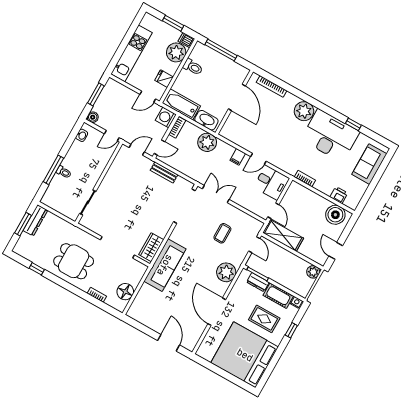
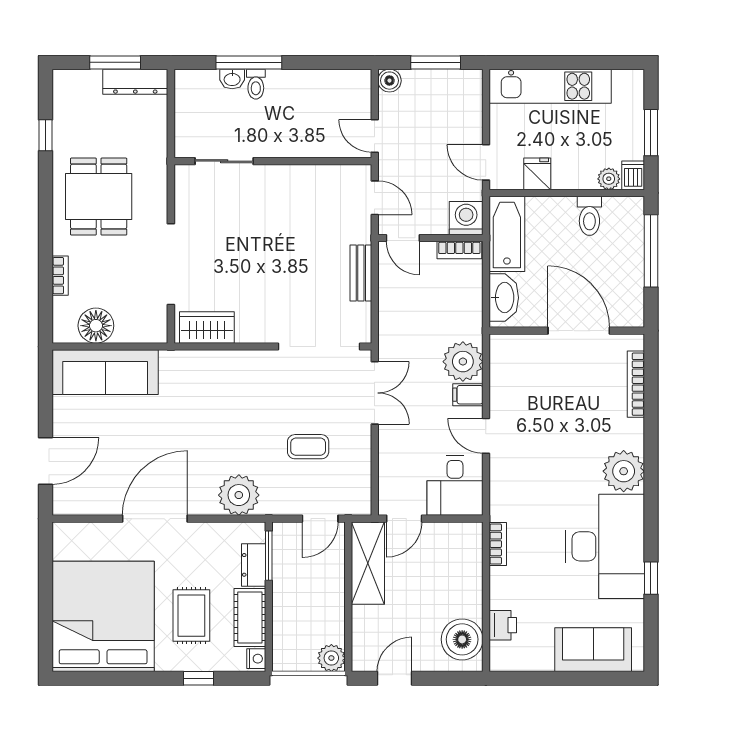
plant: (176, 52) -> (609, 179), width x0.53, depth x0.53
door: (237, 97) -> (579, 331), swing flipped
washbasin: (82, 135) -> (232, 79), moved
plant: (207, 142) -> (463, 362), moved
sofa: (165, 265) -> (105, 372), moved

